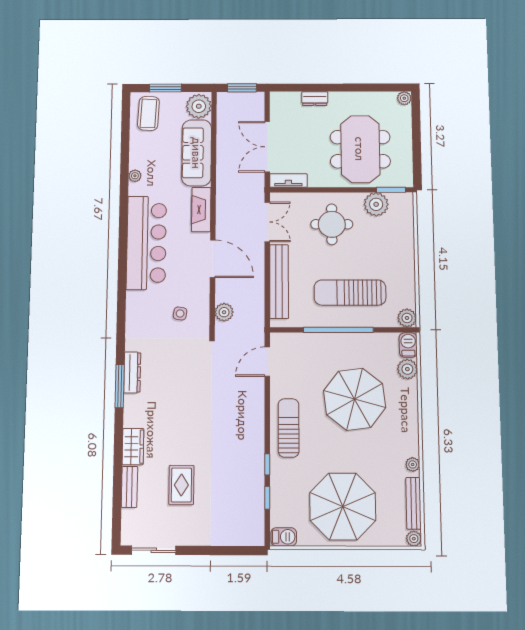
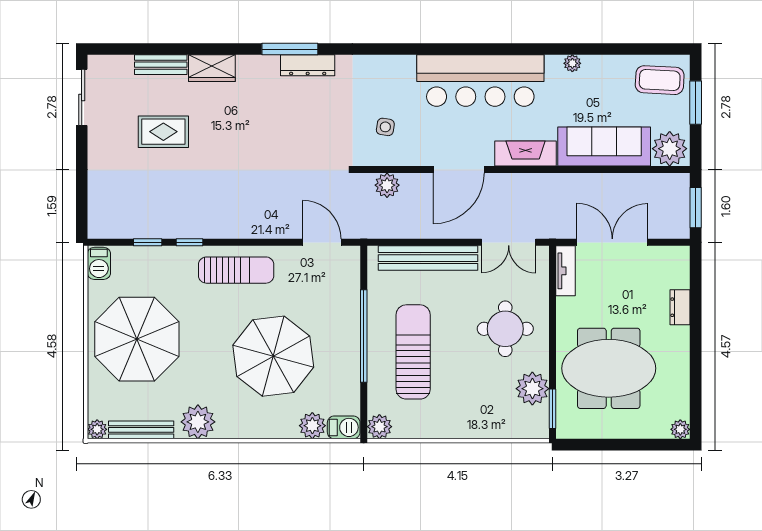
plant: (413, 464) -> (198, 422), width x1.87, depth x1.87

